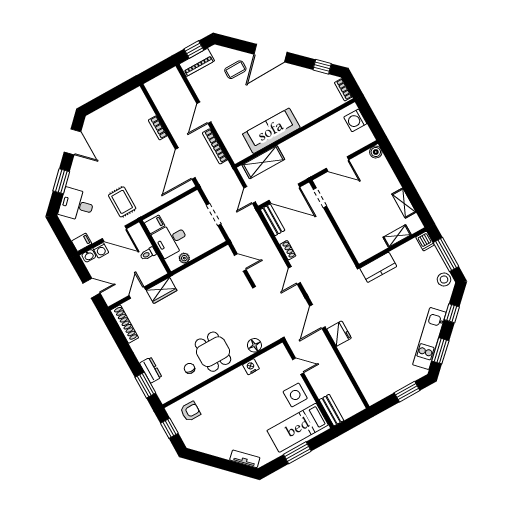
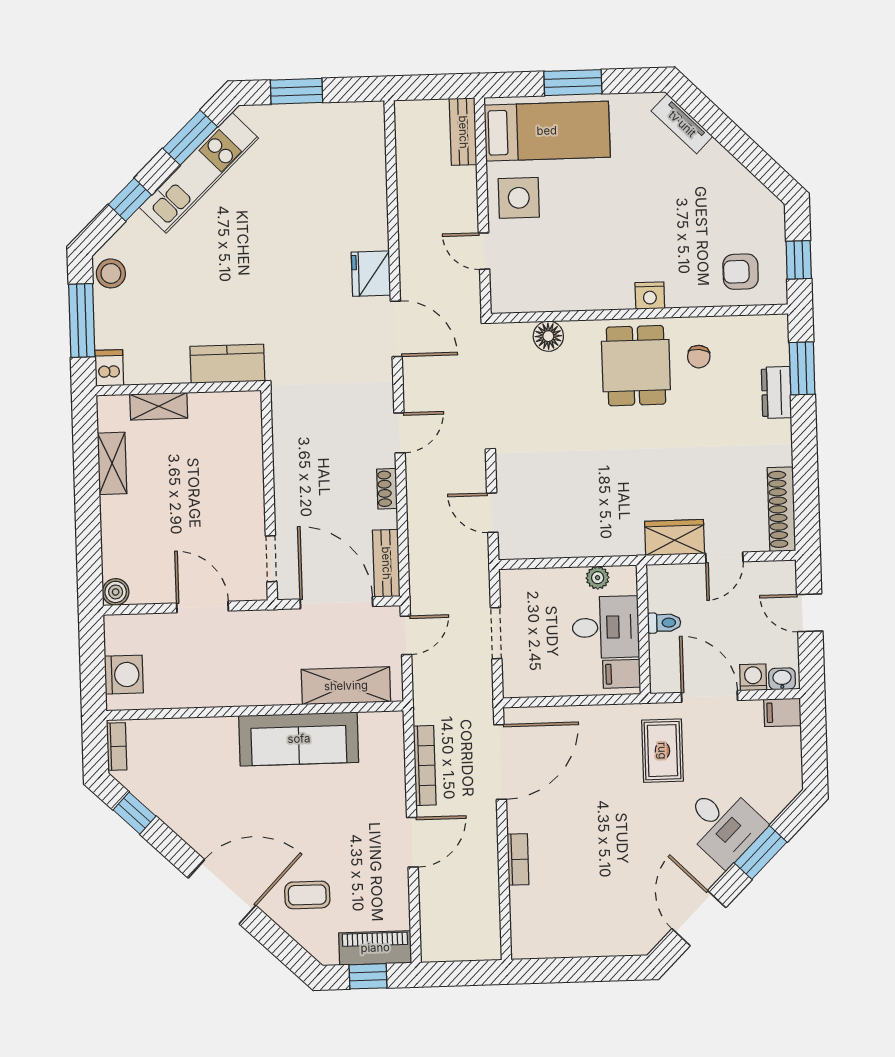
desk: (77, 205) -> (723, 825), moved
door: (317, 317) -> (396, 329), hinge flipped
nightstand: (251, 367) -> (650, 295), moved

